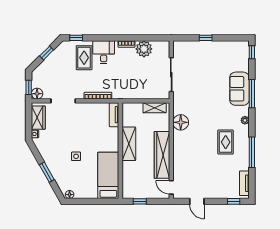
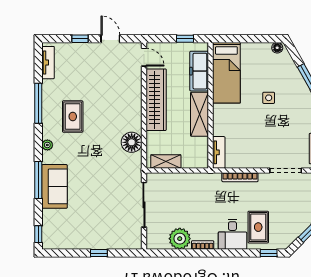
freezer: (129, 177) -> (199, 71), added
window: (234, 201) -> (80, 39), moved

